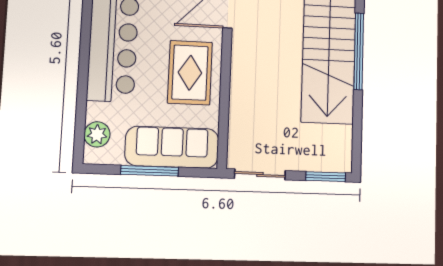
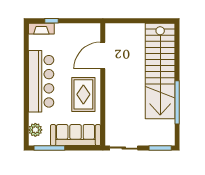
window: (359, 51) -> (177, 102), moved
window: (150, 171) -> (49, 148), moved

